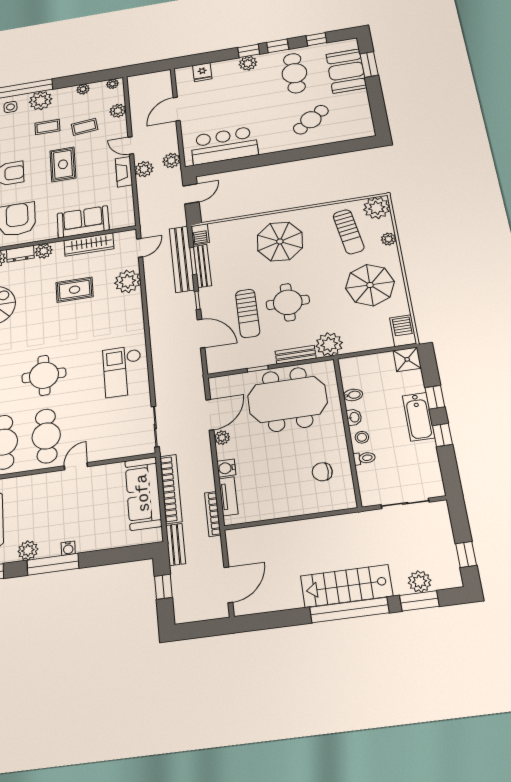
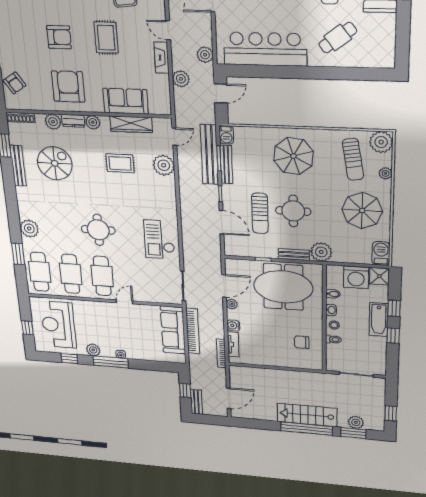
bar counter: (224, 146) -> (265, 49), width x1.36
plant: (144, 169) -> (181, 79), moved
washing machine: (378, 367) -> (356, 277), added
bench: (176, 544) -> (196, 402), moved

